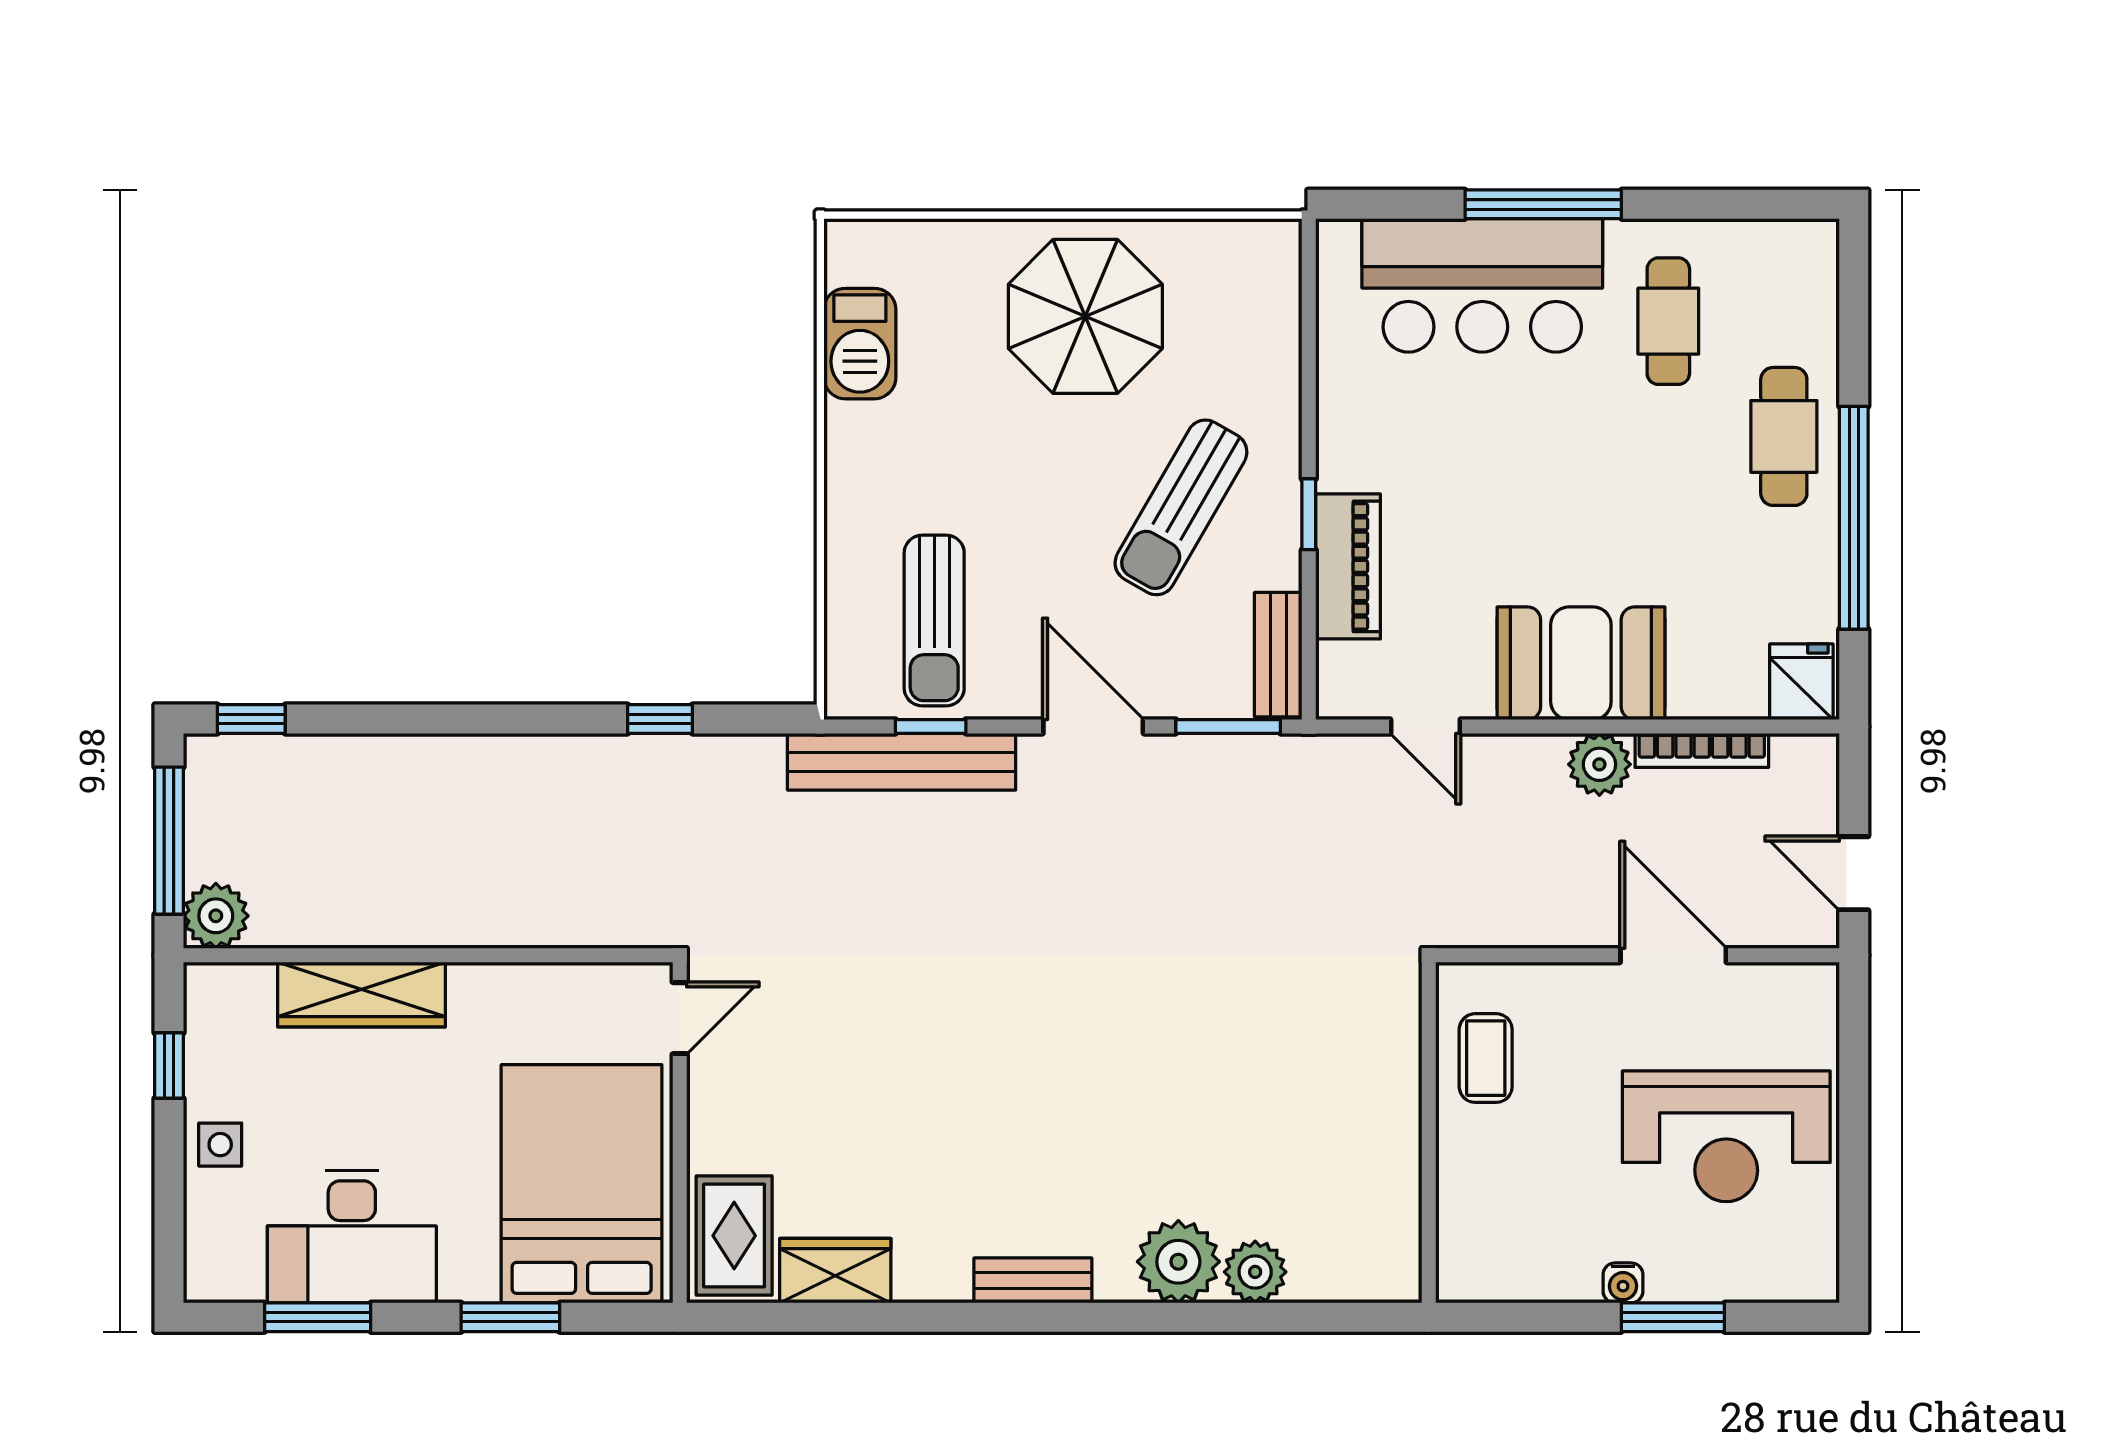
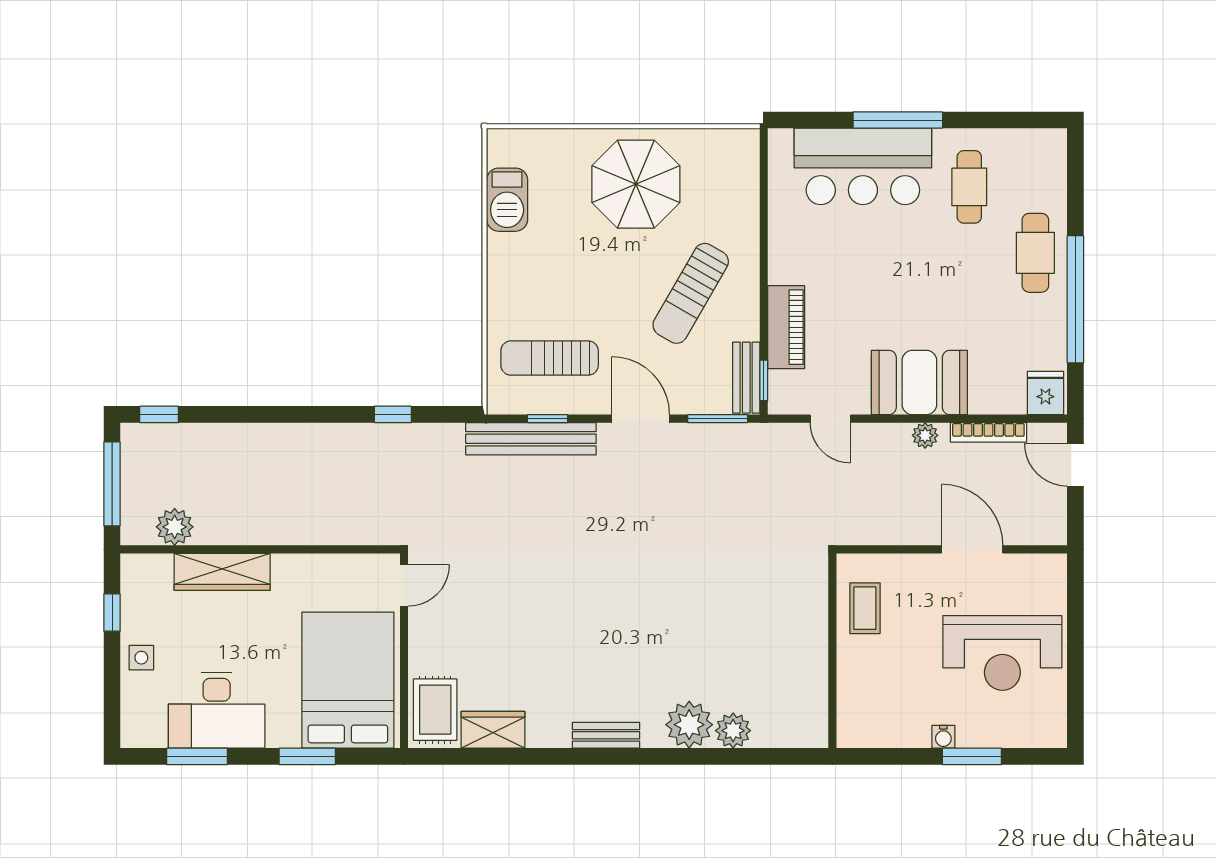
window: (1309, 514) -> (764, 380), moved
sun lounger: (934, 621) -> (550, 358), turned 90
plant: (1599, 764) -> (925, 435), width x0.73, depth x0.73
door: (1854, 873) -> (1075, 465), moved
plant: (216, 916) -> (175, 527), moved

